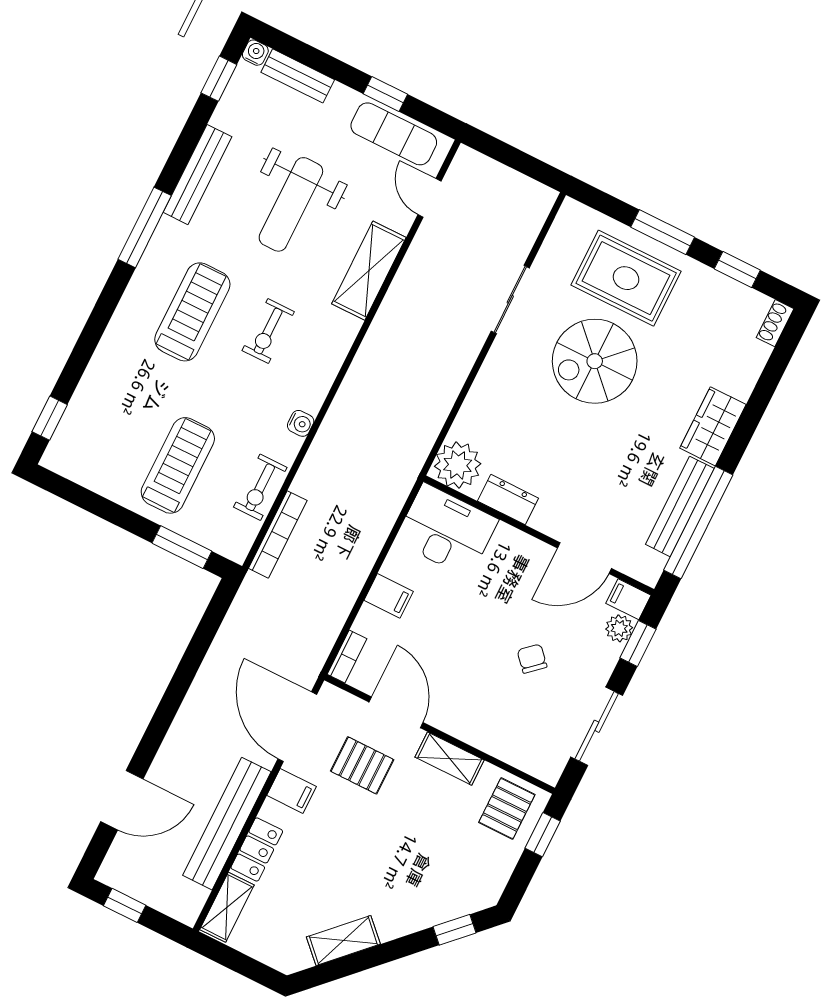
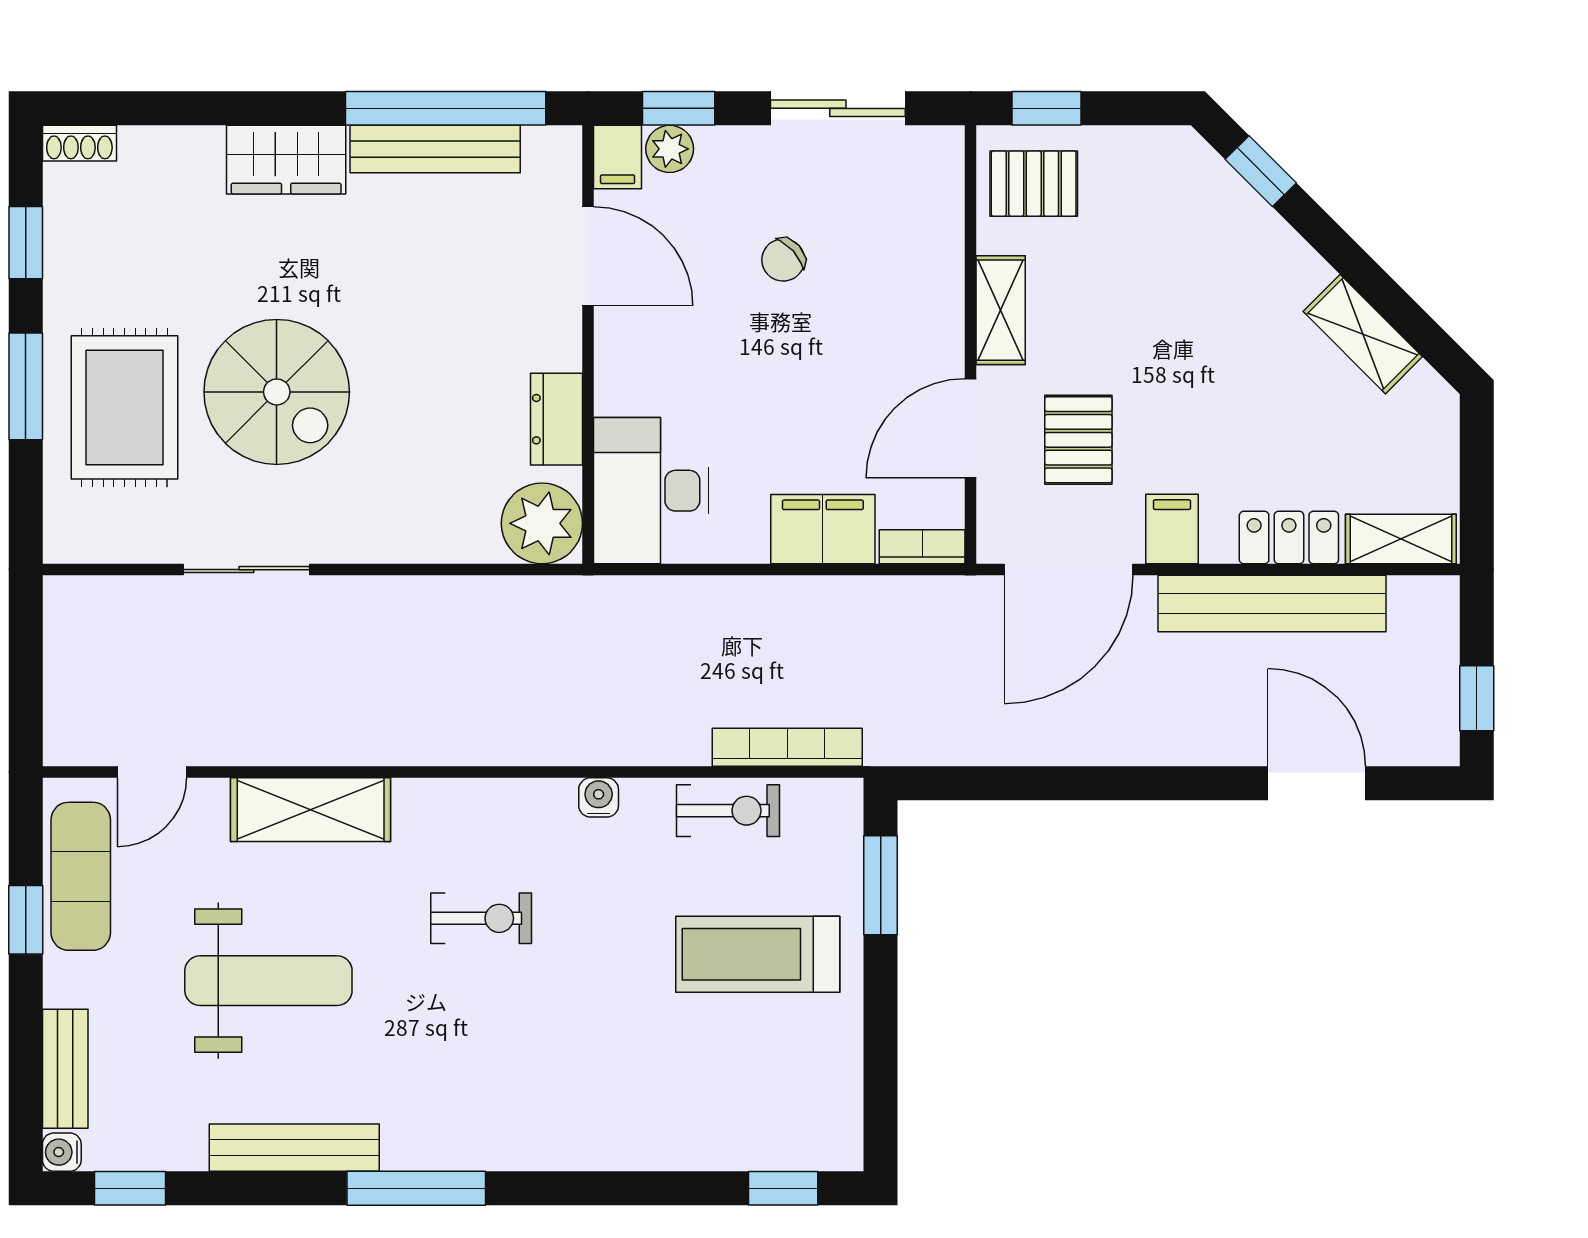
treadmill: (192, 312) -> (510, 1050), removed
filing cabinet: (389, 596) -> (823, 529), width x2.00

